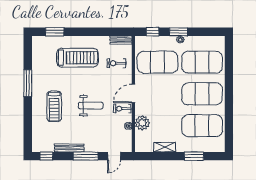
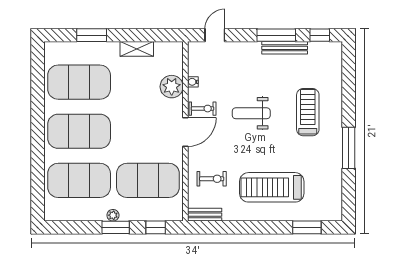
window: (86, 156) -> (276, 35), moved

